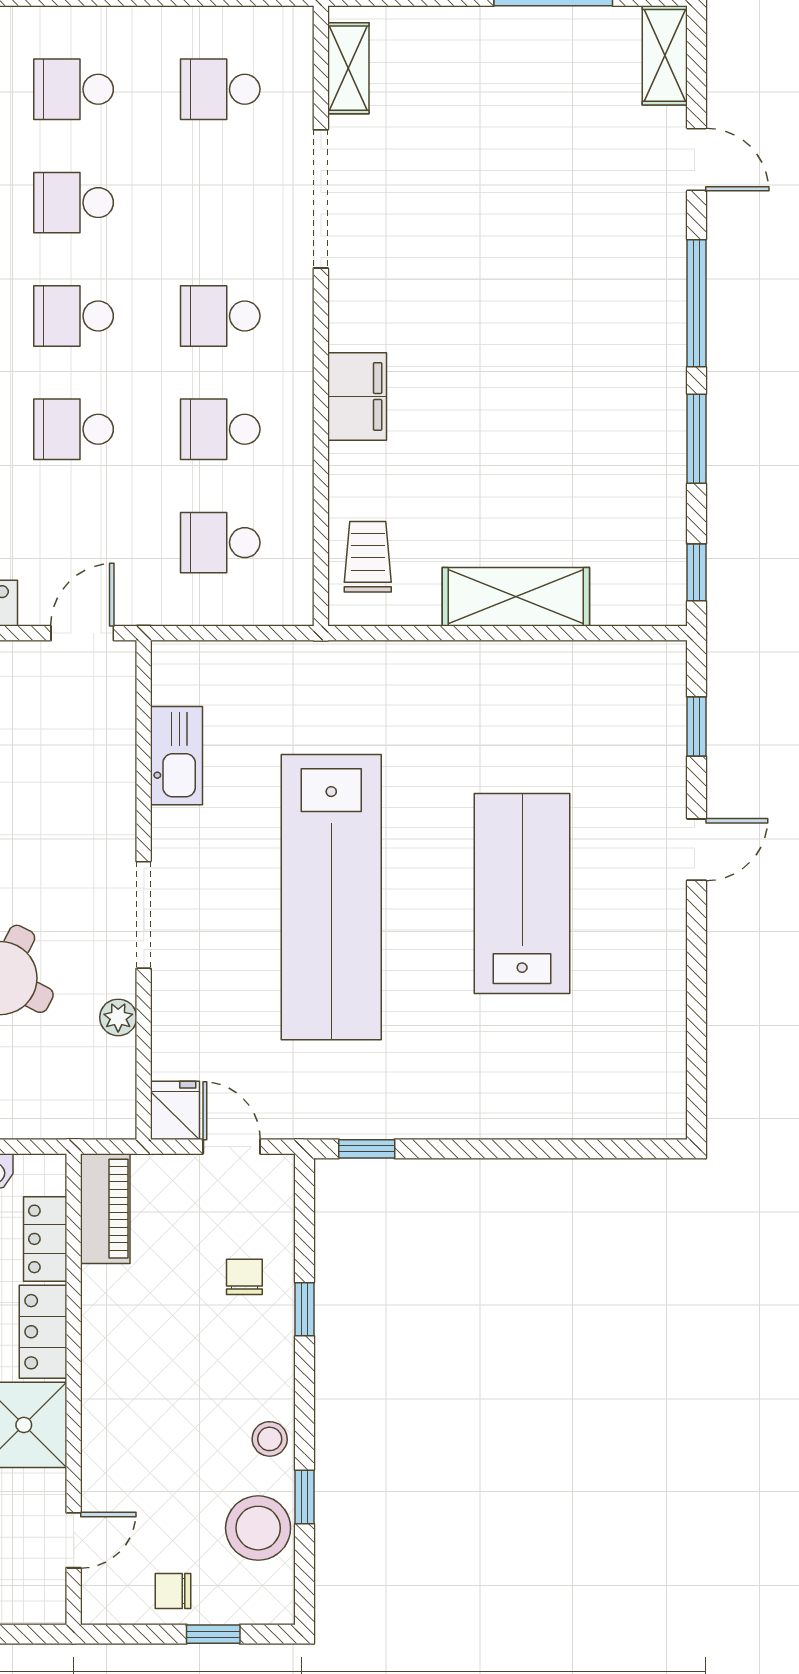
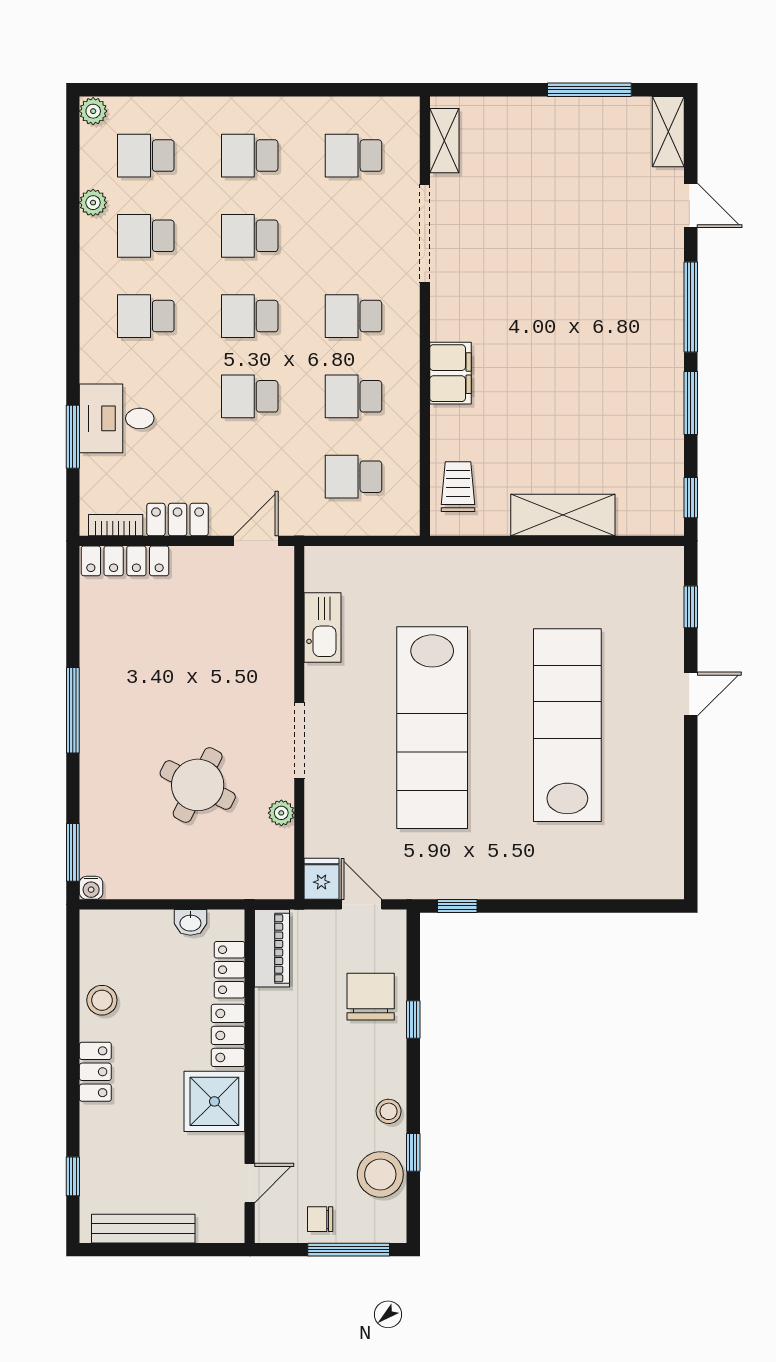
lab bench: (522, 894) -> (567, 725), width x1.36
chair: (244, 1277) -> (371, 997), width x1.87, depth x1.87
window: (213, 1634) -> (349, 1250), width x2.17

